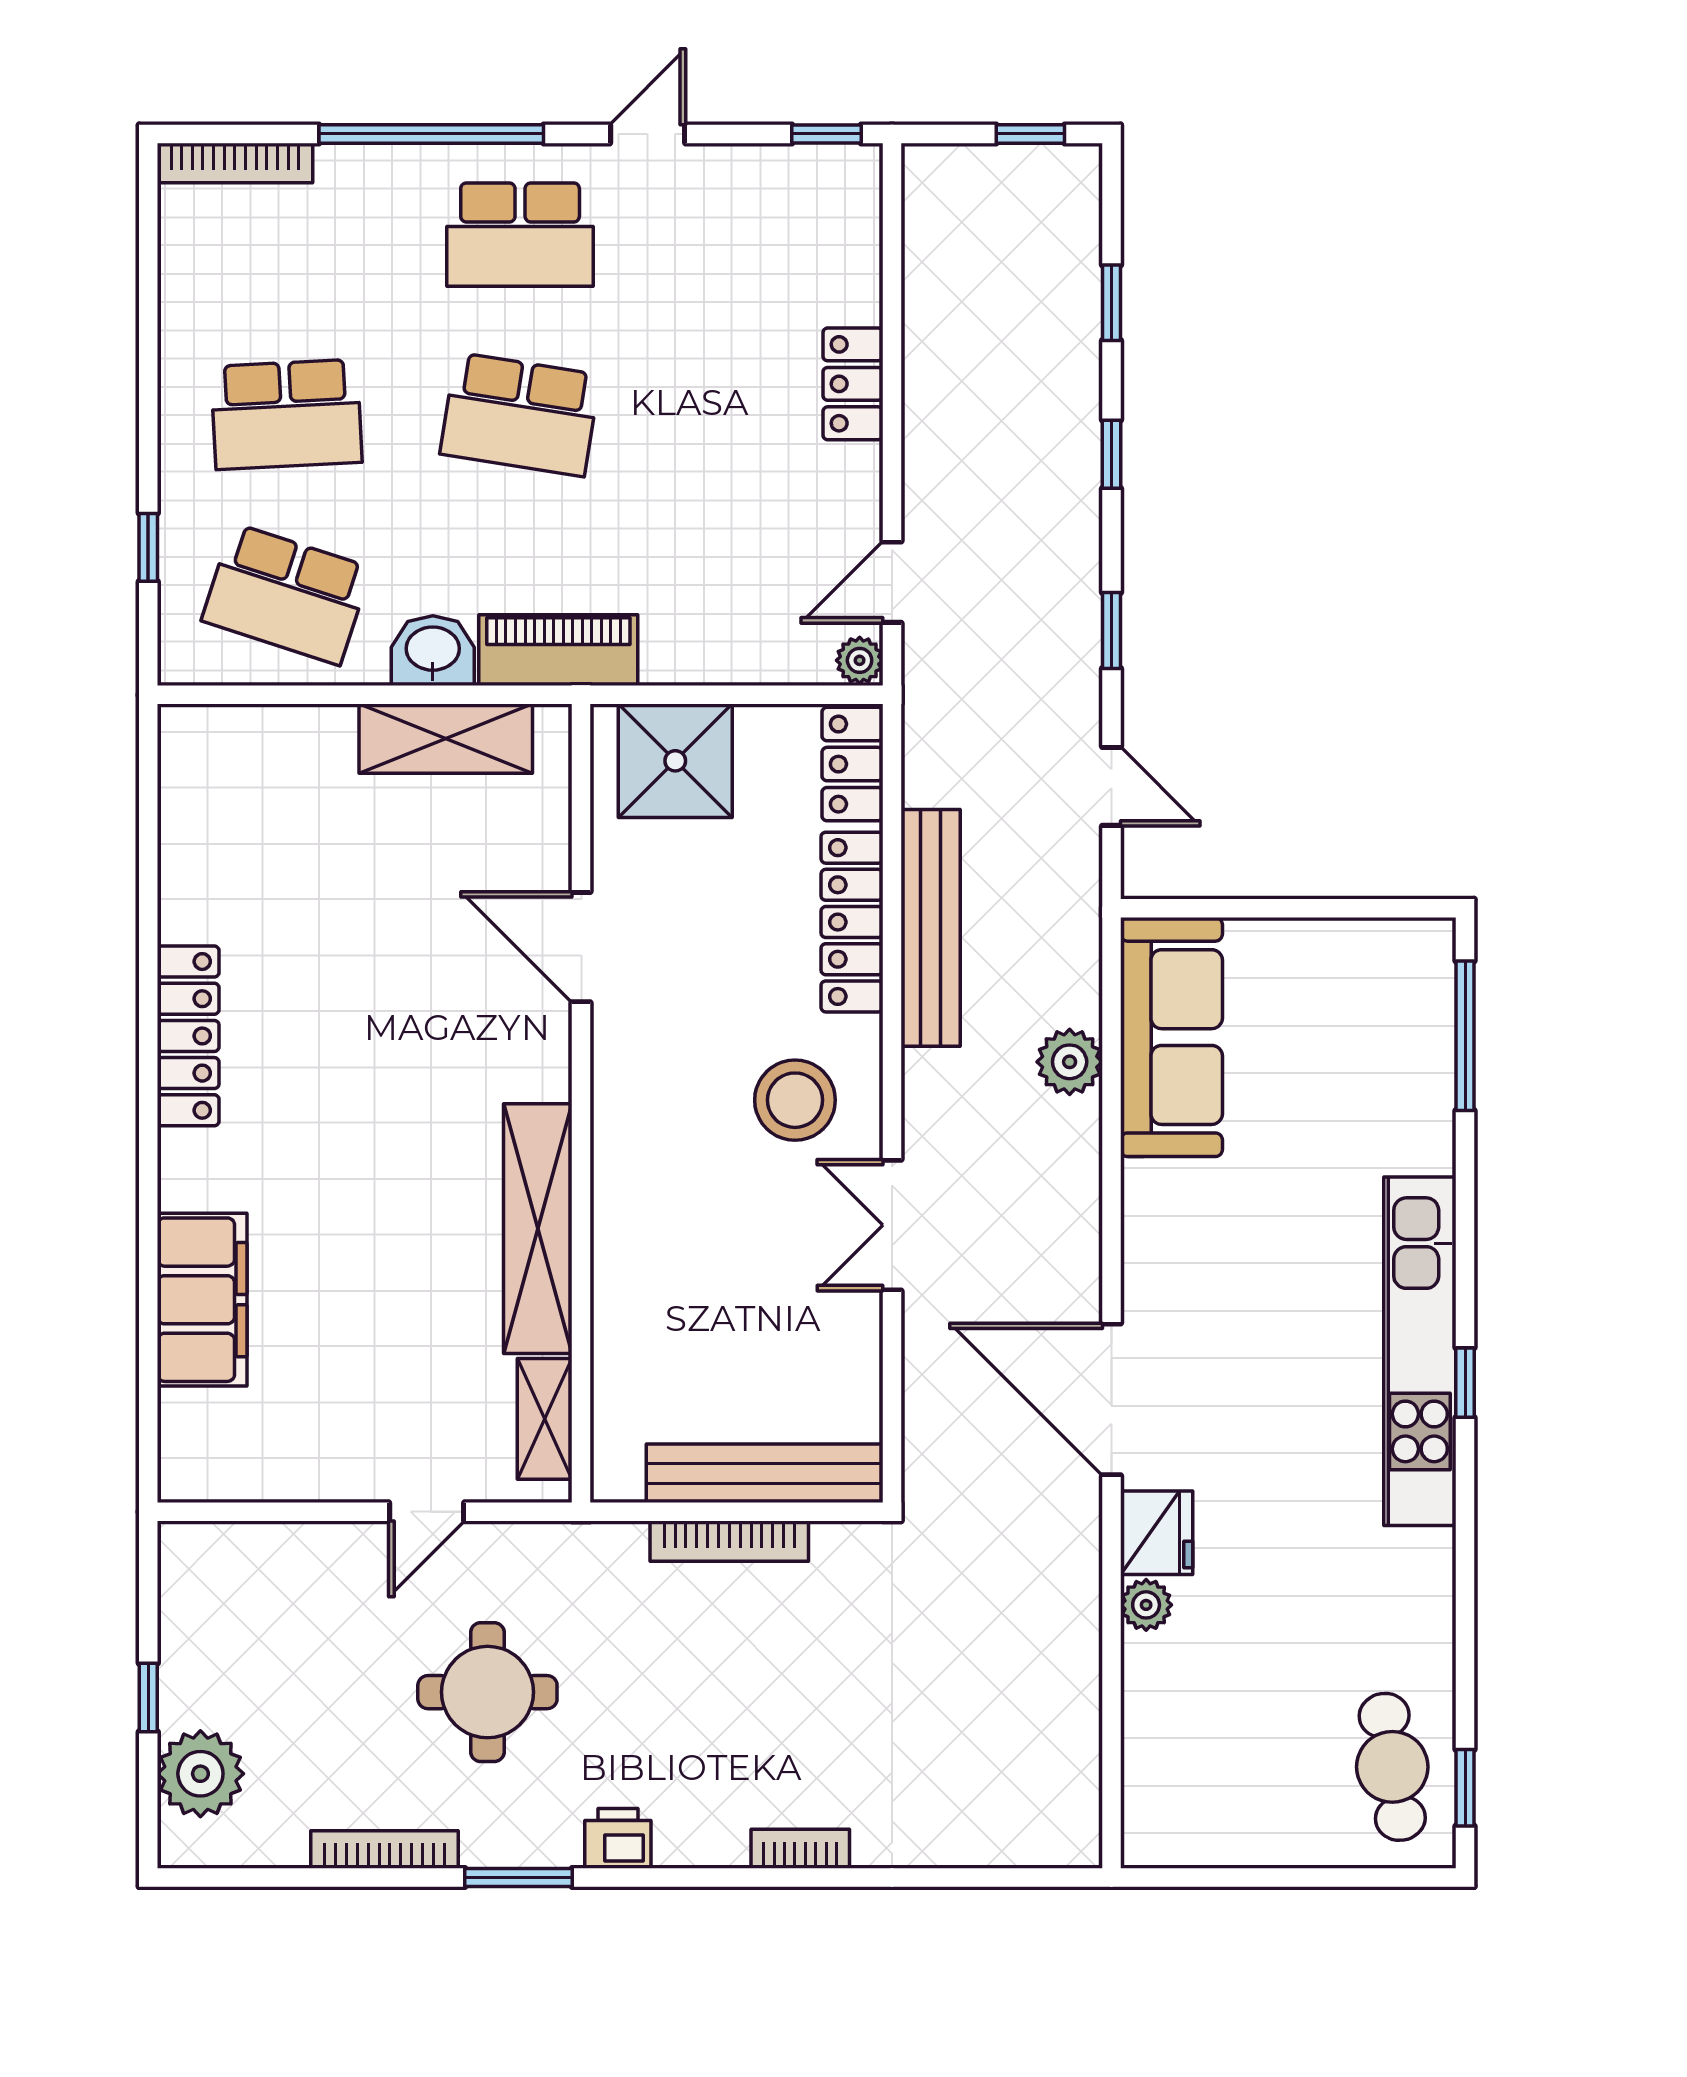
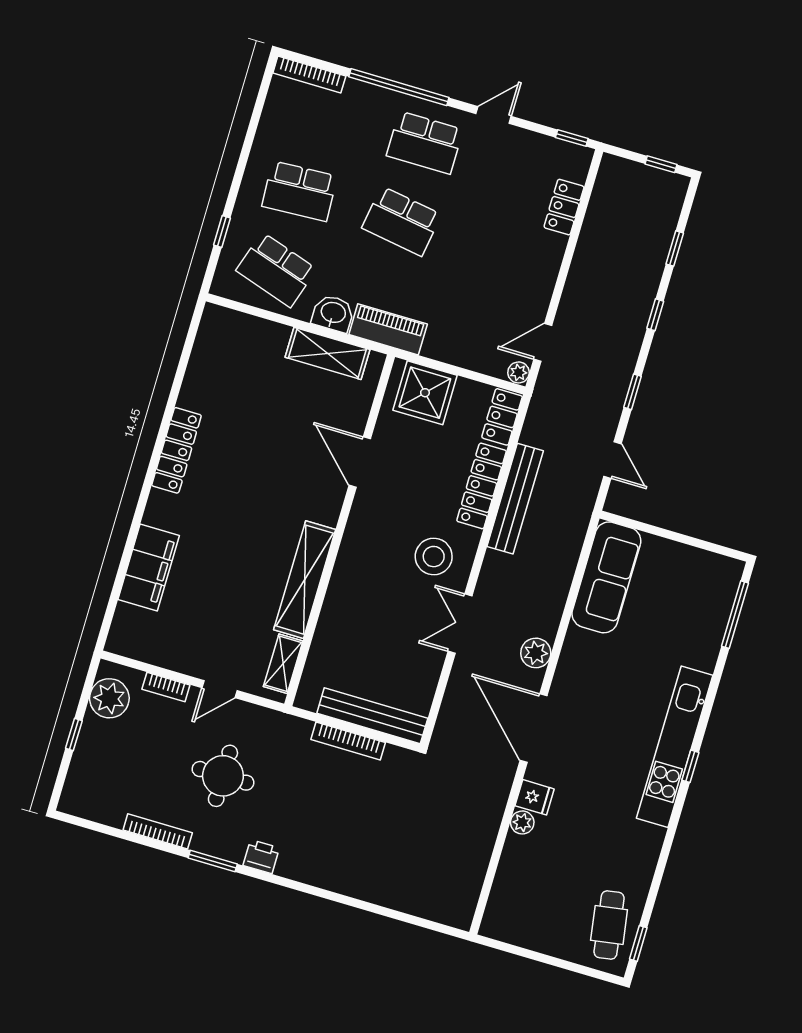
locker: (853, 384) -> (564, 207), moved
plant: (1070, 1062) -> (536, 653), moved
fridge: (1157, 1533) -> (535, 797), width x0.72
plant: (200, 1774) -> (109, 698), moved
bookcase: (800, 1849) -> (166, 687), moved, turned 180

